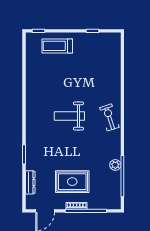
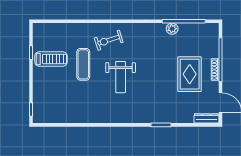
treadmill: (57, 46) -> (51, 59), moved, turned -90
exercise mat: (82, 81) -> (83, 64), added
exercise bike: (109, 117) -> (109, 40), moved
dresser: (30, 182) -> (206, 118), moved

